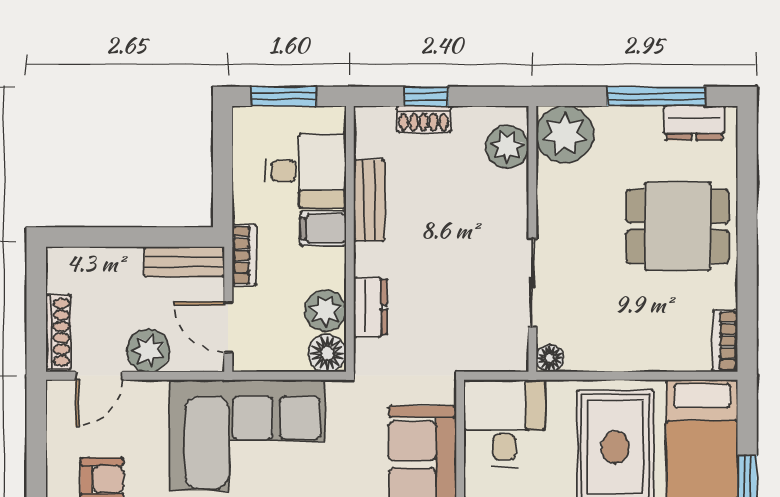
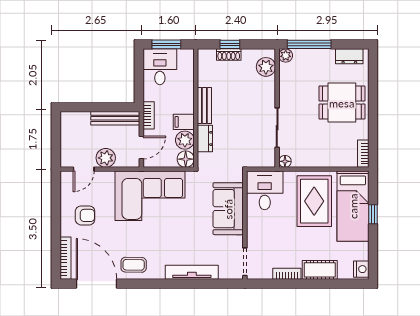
window: (656, 96) -> (309, 44), moved
plant: (565, 134) -> (286, 56), width x0.53, depth x0.53
desk: (306, 171) -> (160, 67), moved, turned -90
bench: (369, 200) -> (204, 106), moved
filing cabinet: (323, 229) -> (184, 122), moved
bench: (184, 262) -> (115, 118), width x1.36
door: (228, 327) -> (141, 148), swing flipped
shoe rack: (58, 332) -> (66, 150), removed

